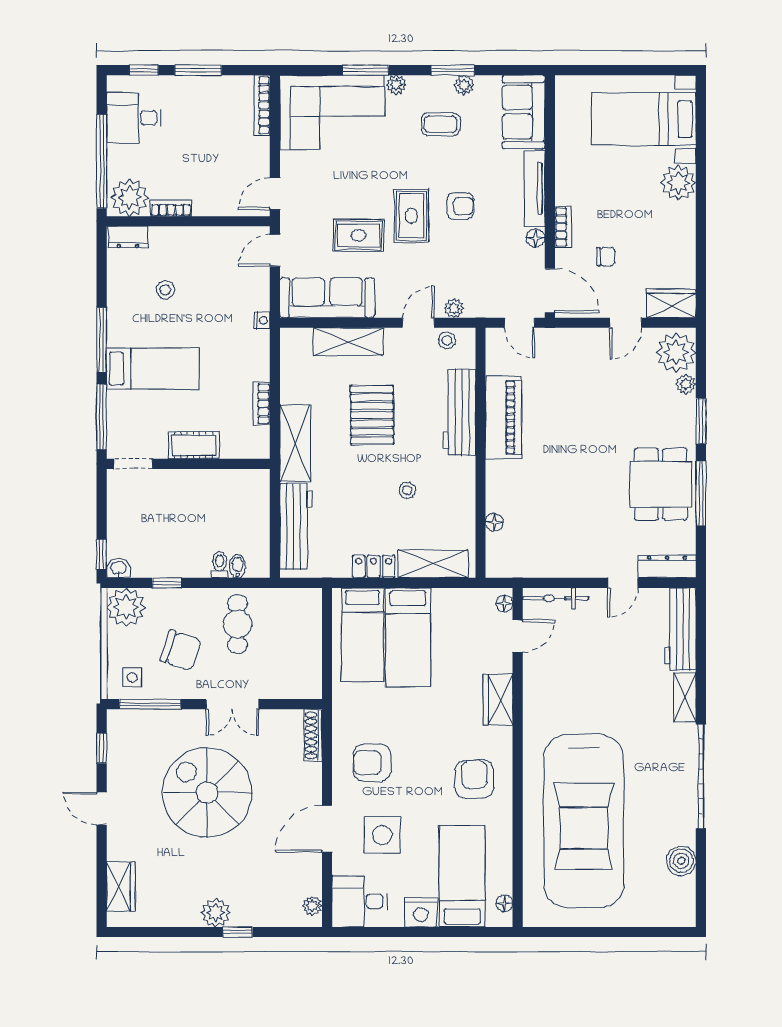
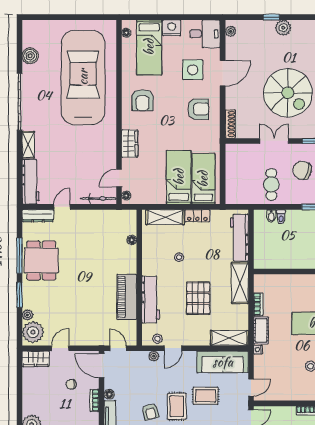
armchair: (460, 206) -> (150, 412), turned -105
shelving: (348, 342) -> (229, 338), moved
cot: (194, 445) -> (261, 330), moved, turned 90

